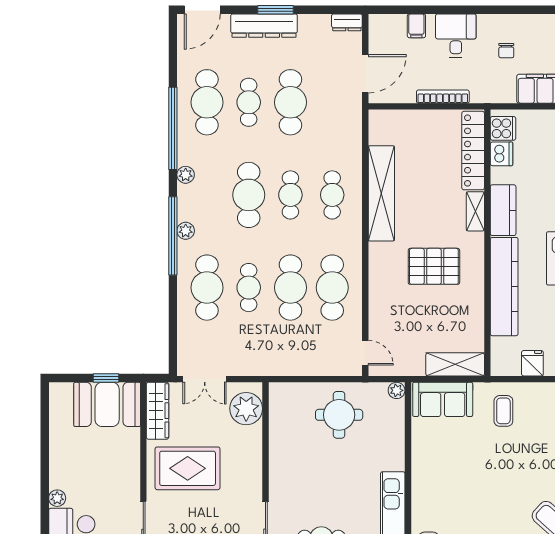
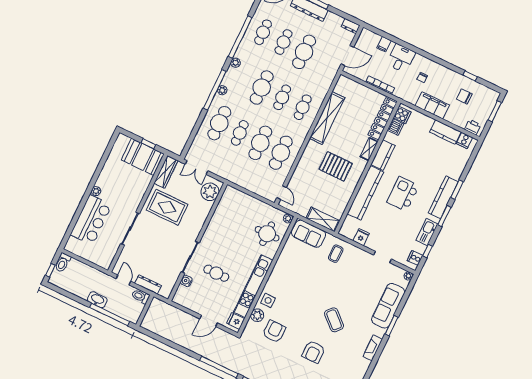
cafe table: (207, 102) -> (263, 32), width x0.73, depth x0.74
round table: (339, 415) -> (267, 234), moved

